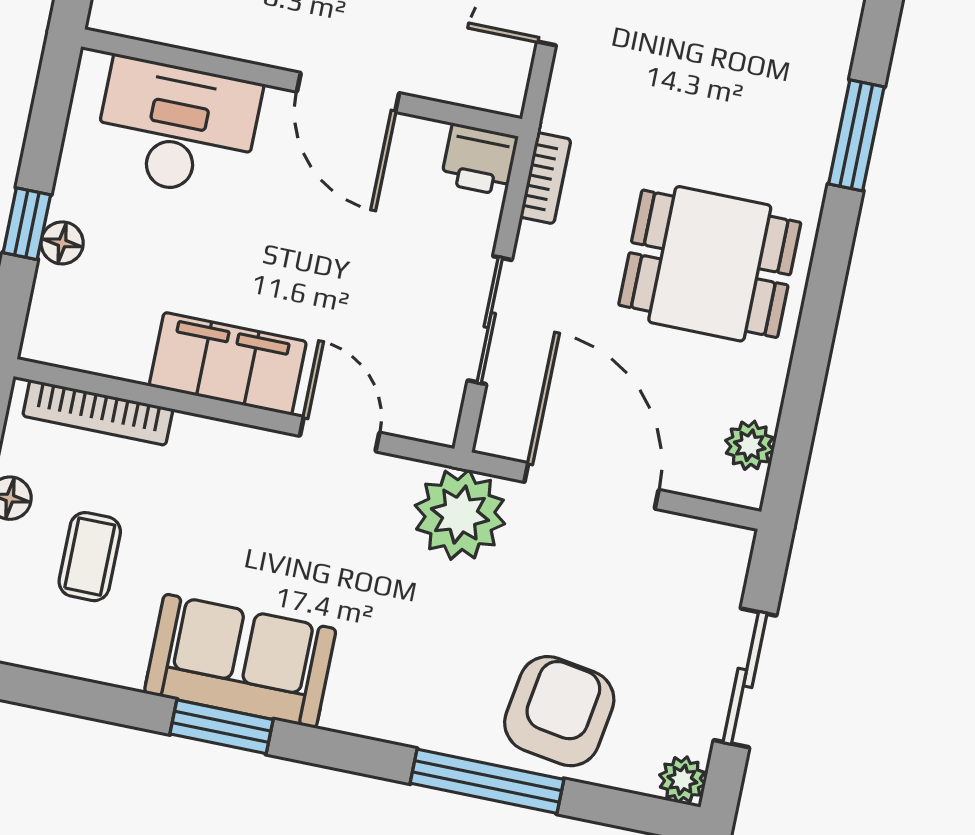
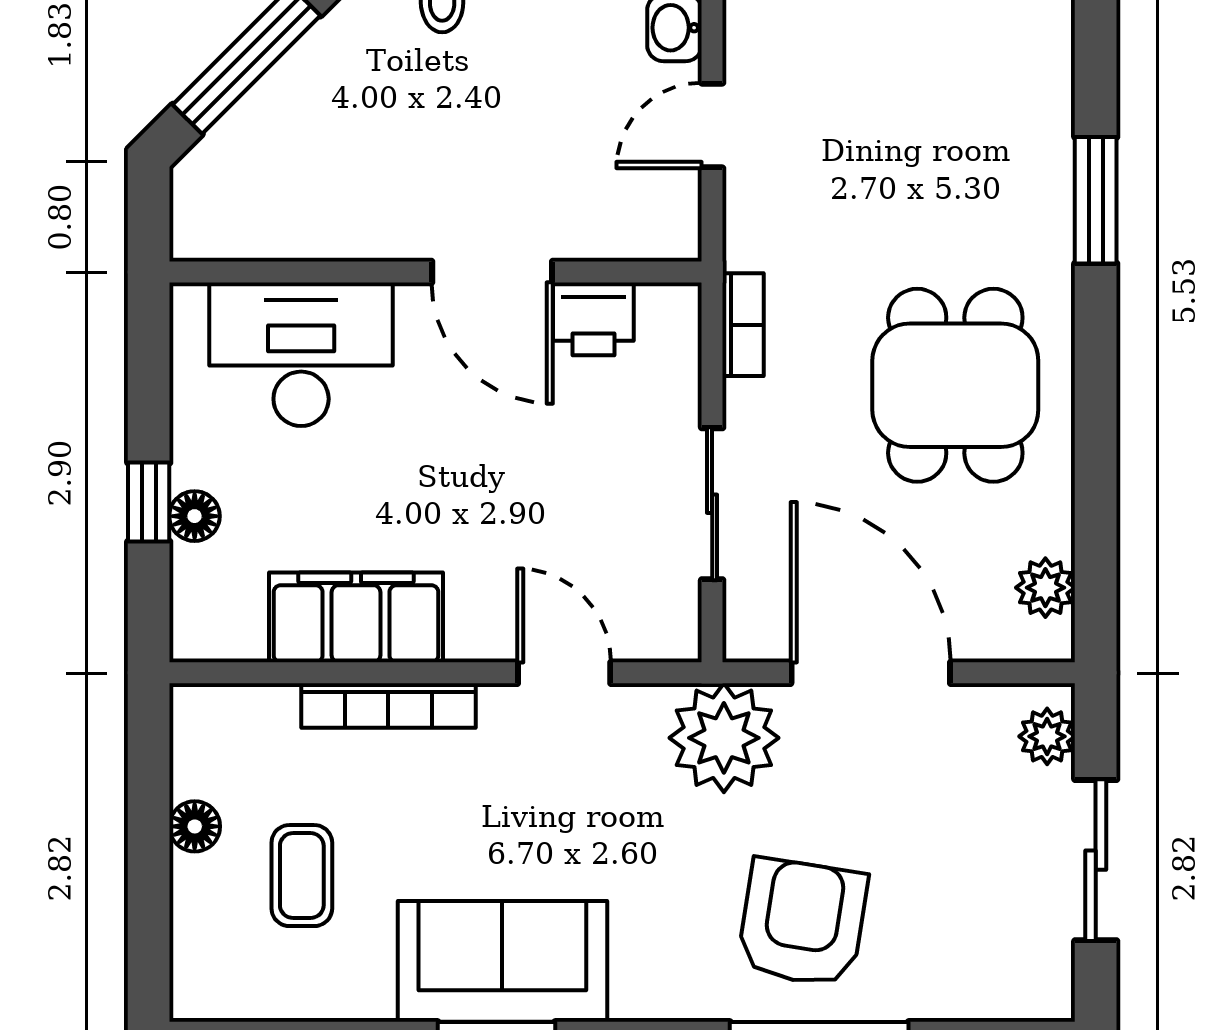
printer: (479, 160) -> (593, 319), moved
dining table: (710, 264) -> (955, 385), turned 90
filing cabinet: (228, 364) -> (356, 617), moved
bookcase: (98, 413) -> (388, 705), moved
armchair: (559, 711) -> (802, 923), moved
plant: (682, 780) -> (1047, 736), moved

